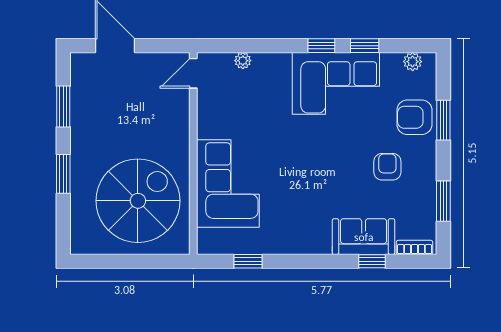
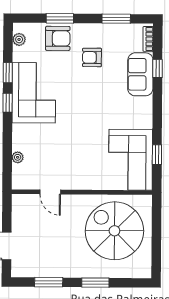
door: (193, 73) -> (50, 192), moved
armchair: (414, 117) -> (58, 38), turned -90
corner sofa: (228, 183) -> (131, 160), moved, turned -90

